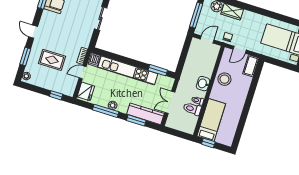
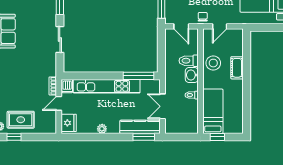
door: (207, 39) -> (181, 26), swing flipped
rug: (52, 60) -> (21, 120), moved
cot: (251, 66) -> (237, 68), moved
window: (158, 70) -> (139, 76), width x1.44
window: (56, 95) -> (14, 137), moved
toilet: (192, 109) -> (189, 61), moved
window: (106, 111) -> (96, 137), removed
window: (136, 120) -> (144, 137), moved

